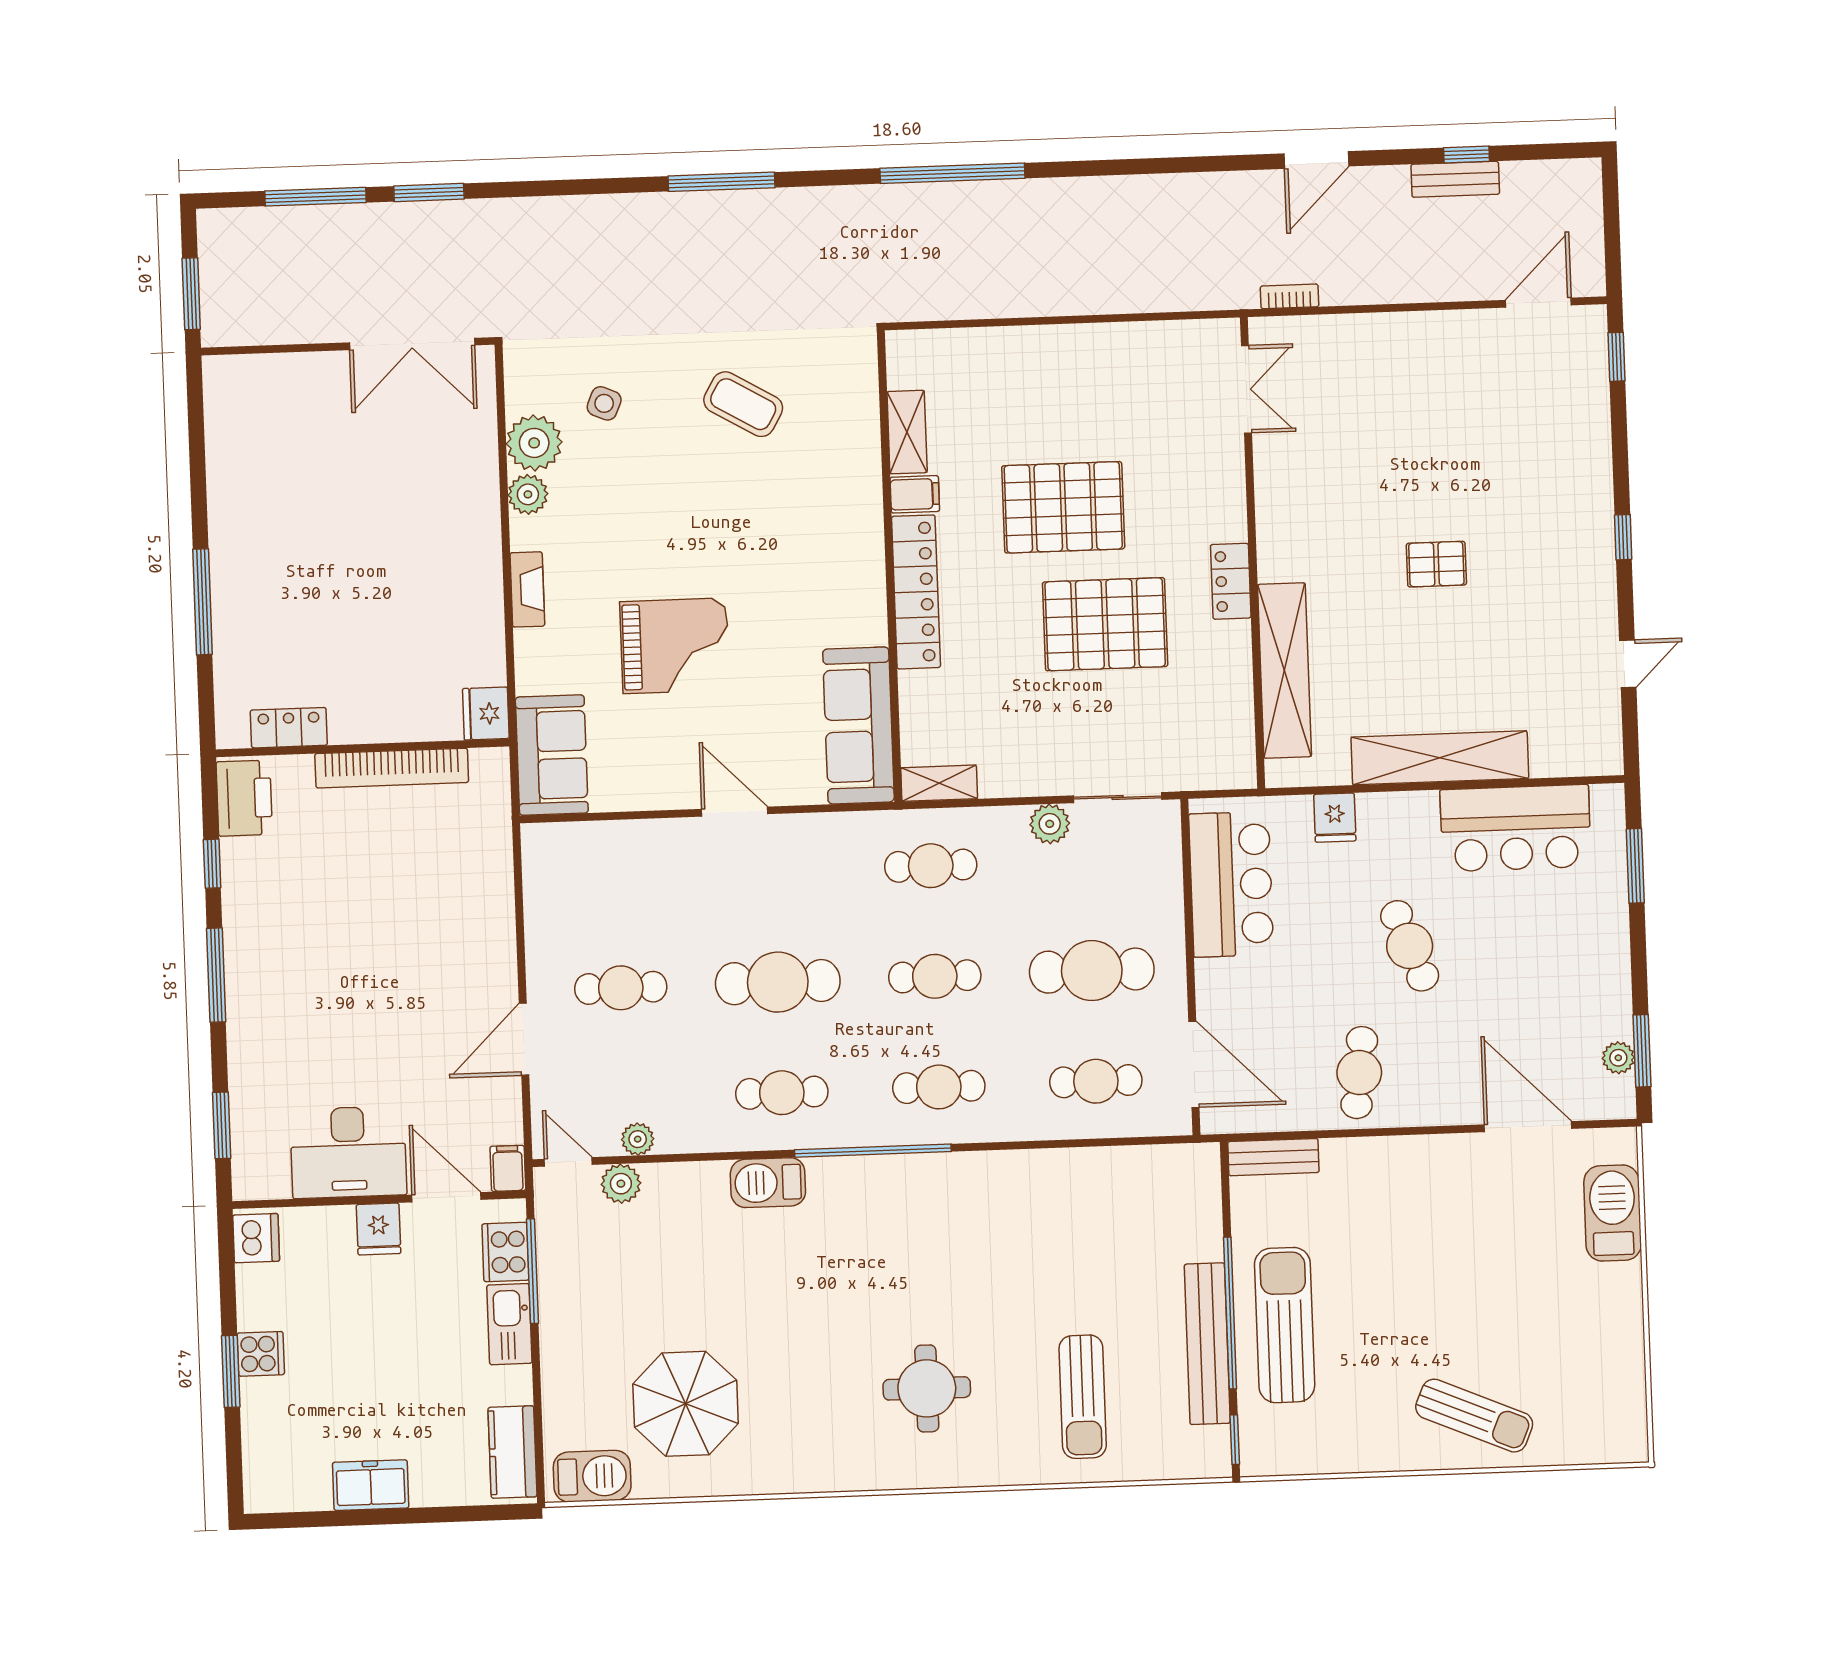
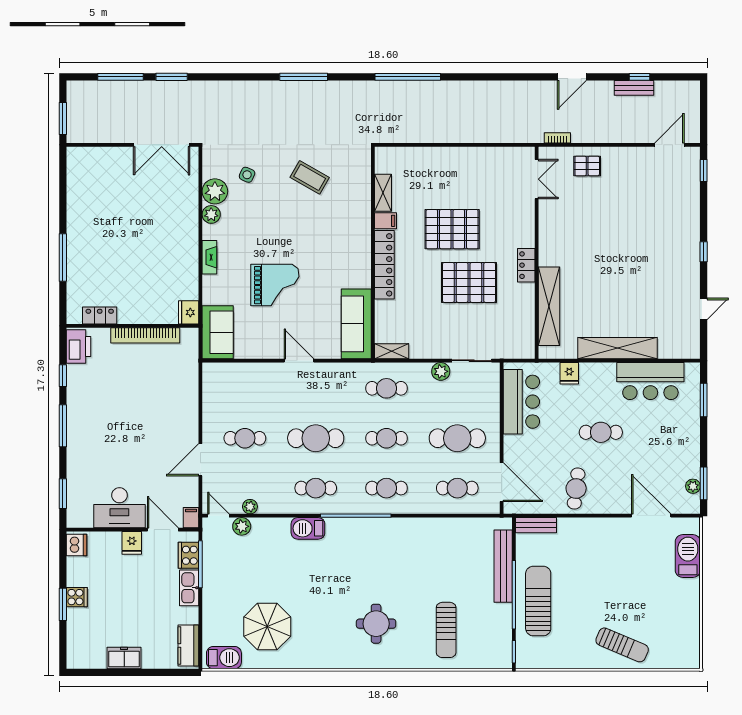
pallet: (1436, 564) -> (587, 166), moved
cafe table: (1410, 946) -> (601, 432), turned -69
bench: (1207, 1344) -> (503, 566), moved

